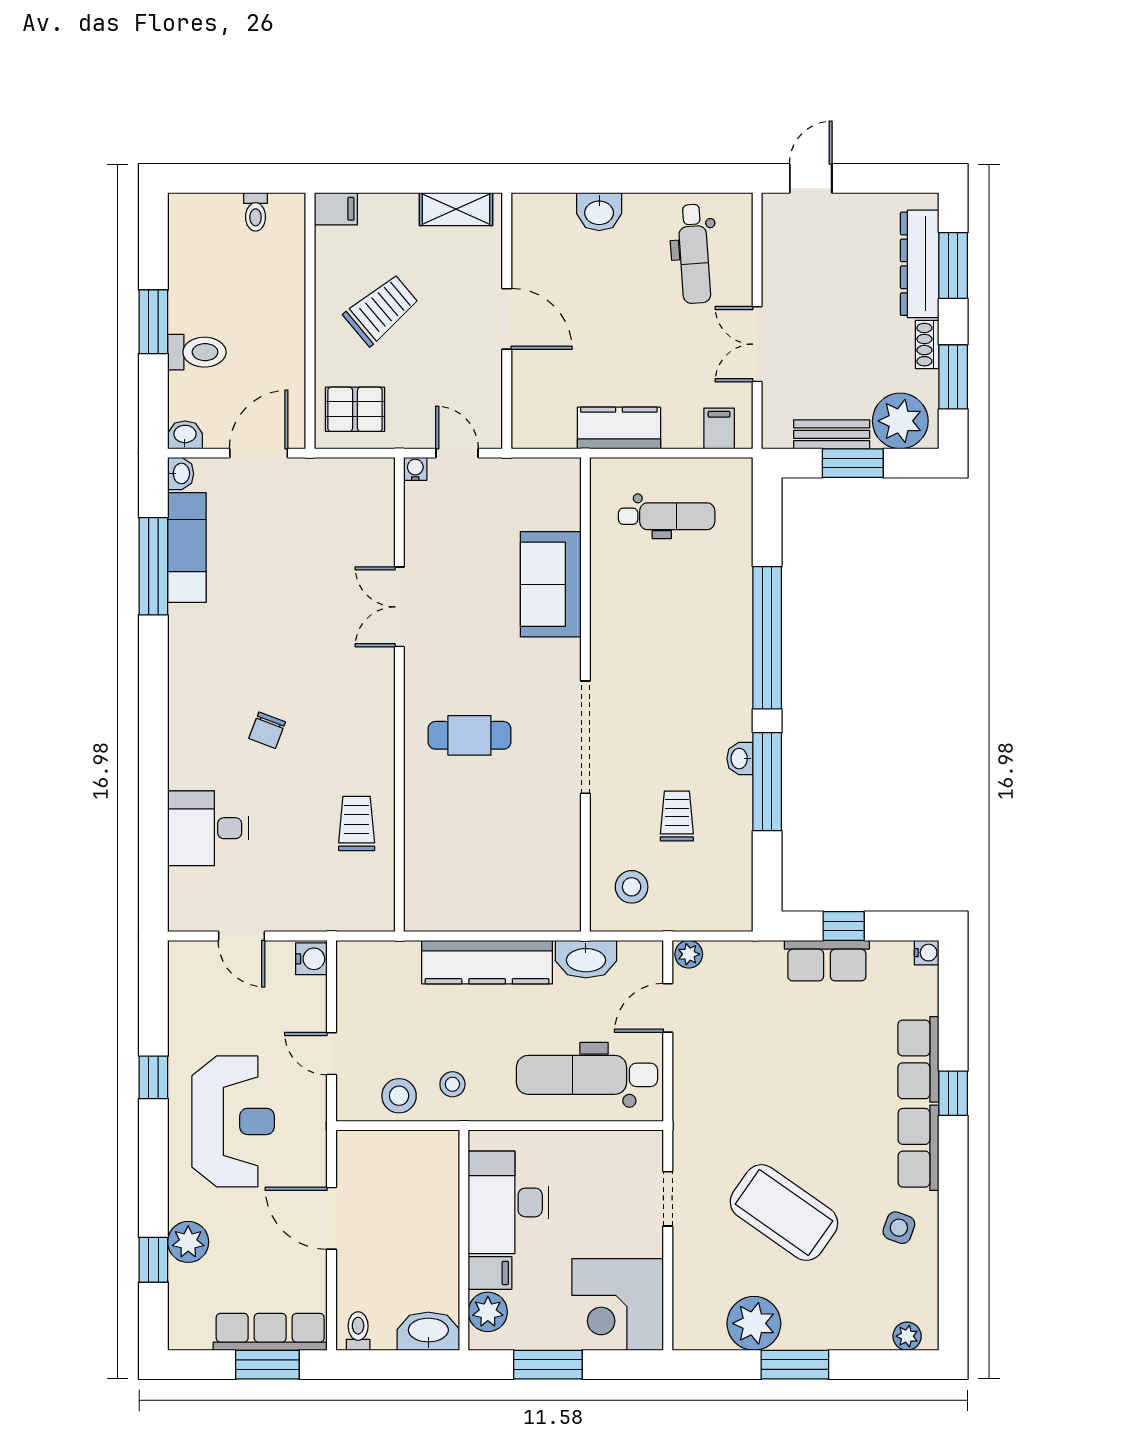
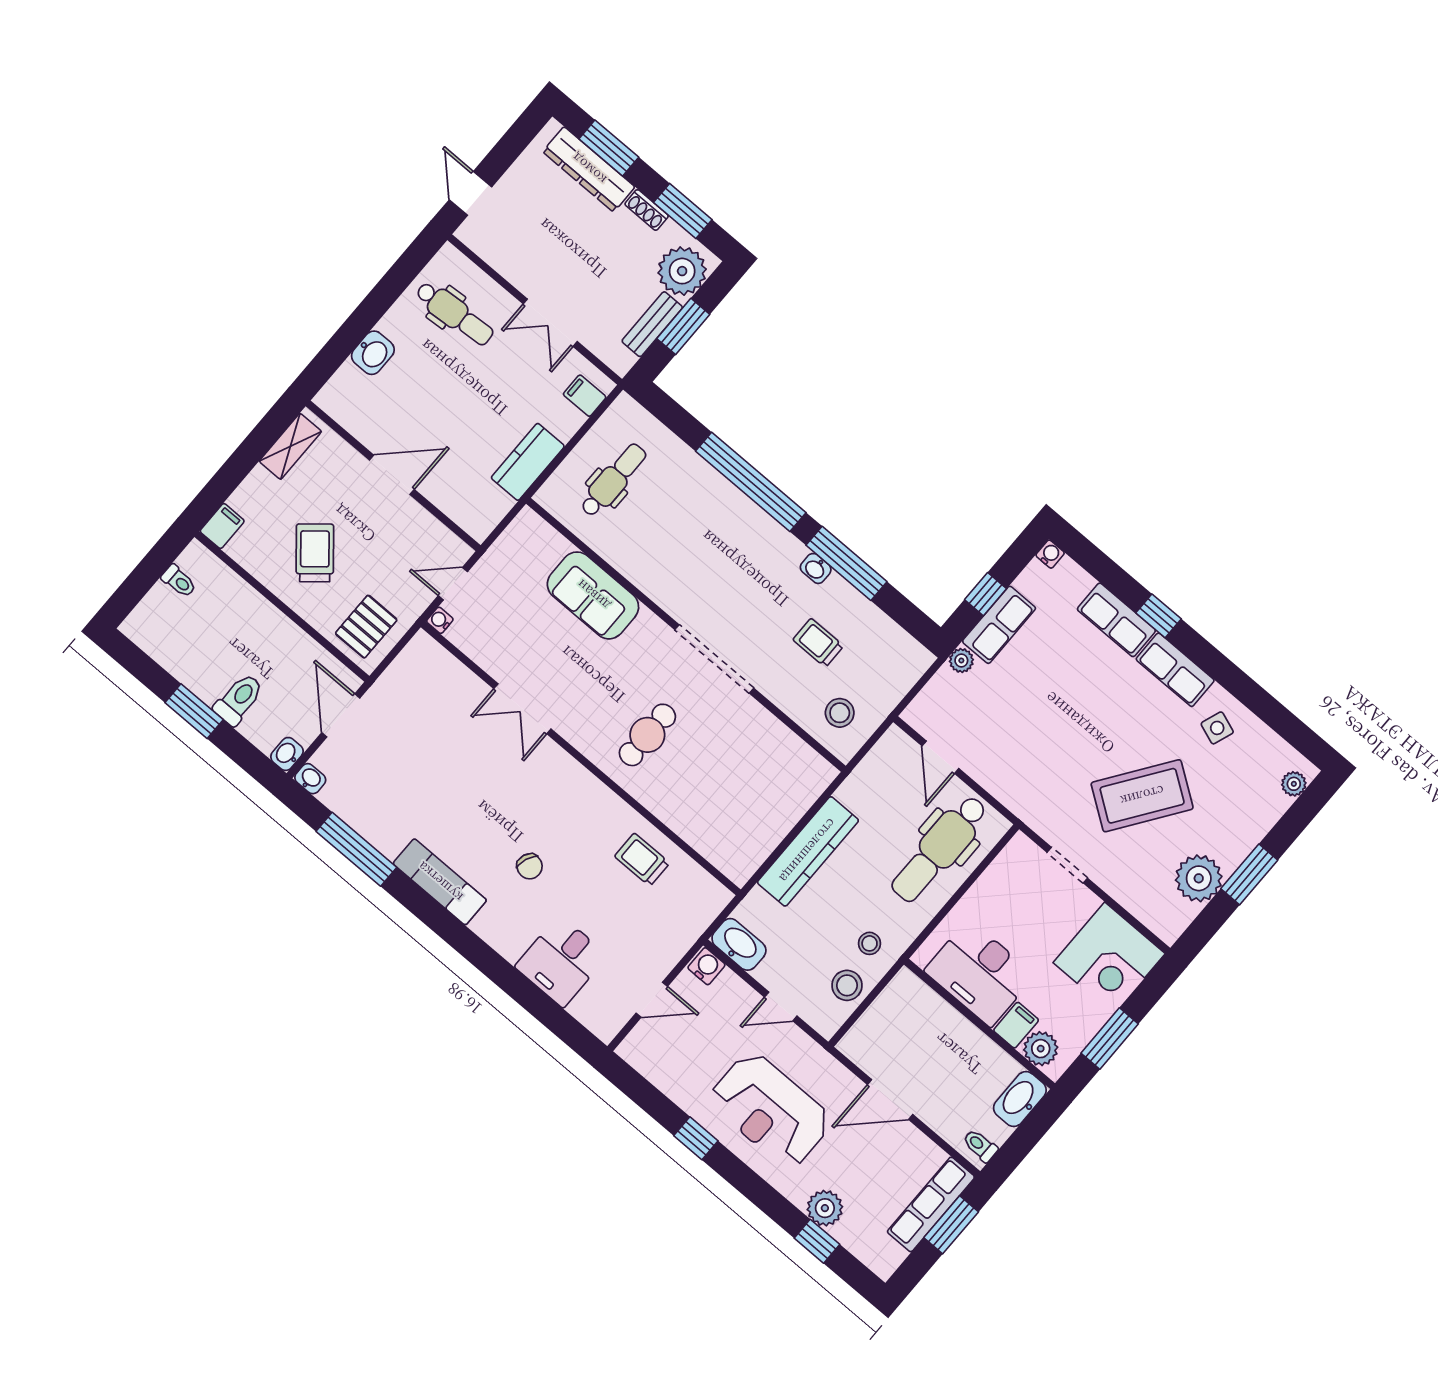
exam couch: (187, 547) -> (440, 882), moved
plant: (689, 954) -> (961, 660), moved
washbasin: (586, 959) -> (739, 944), moved, turned -90
reception desk: (233, 1121) -> (770, 1110), turned 180

